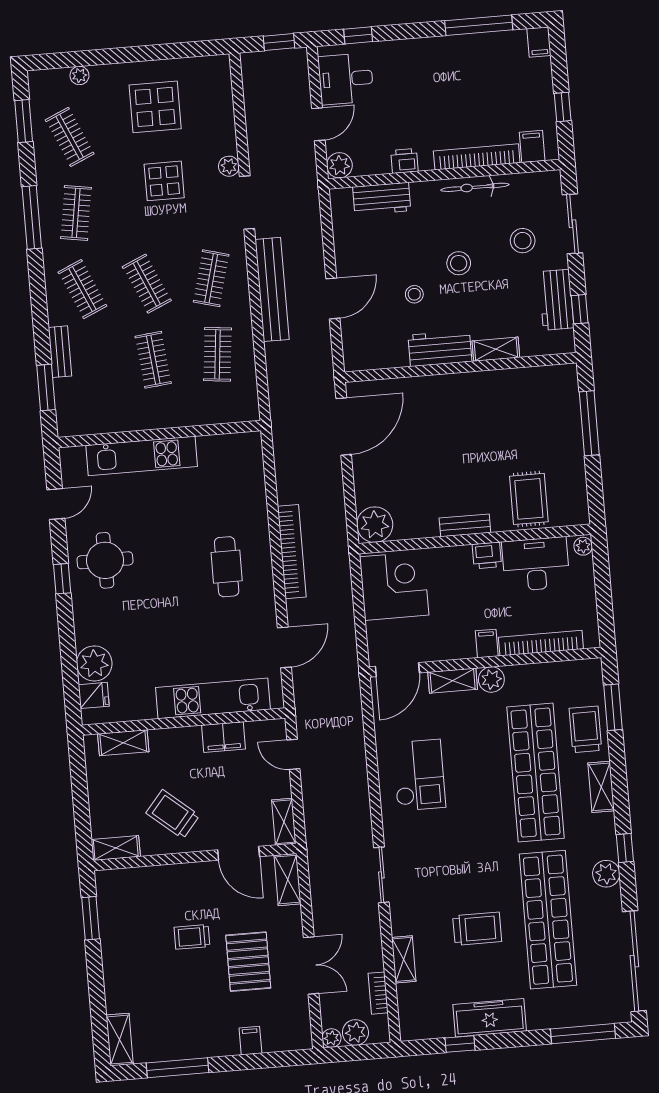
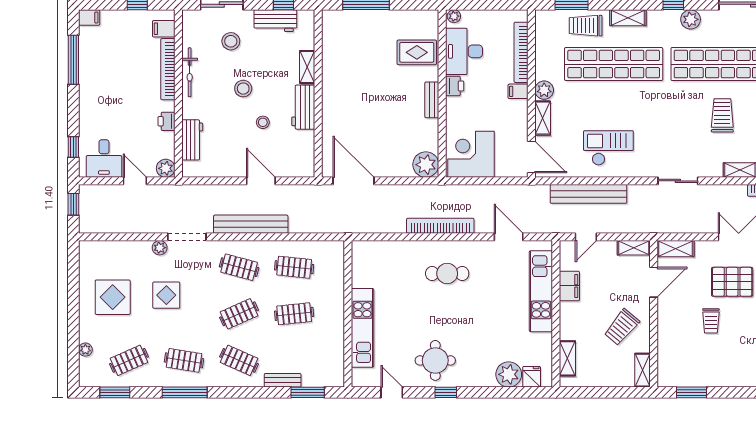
clothes rail: (82, 289) -> (239, 360), turned 48
bench: (353, 753) -> (588, 194), added

